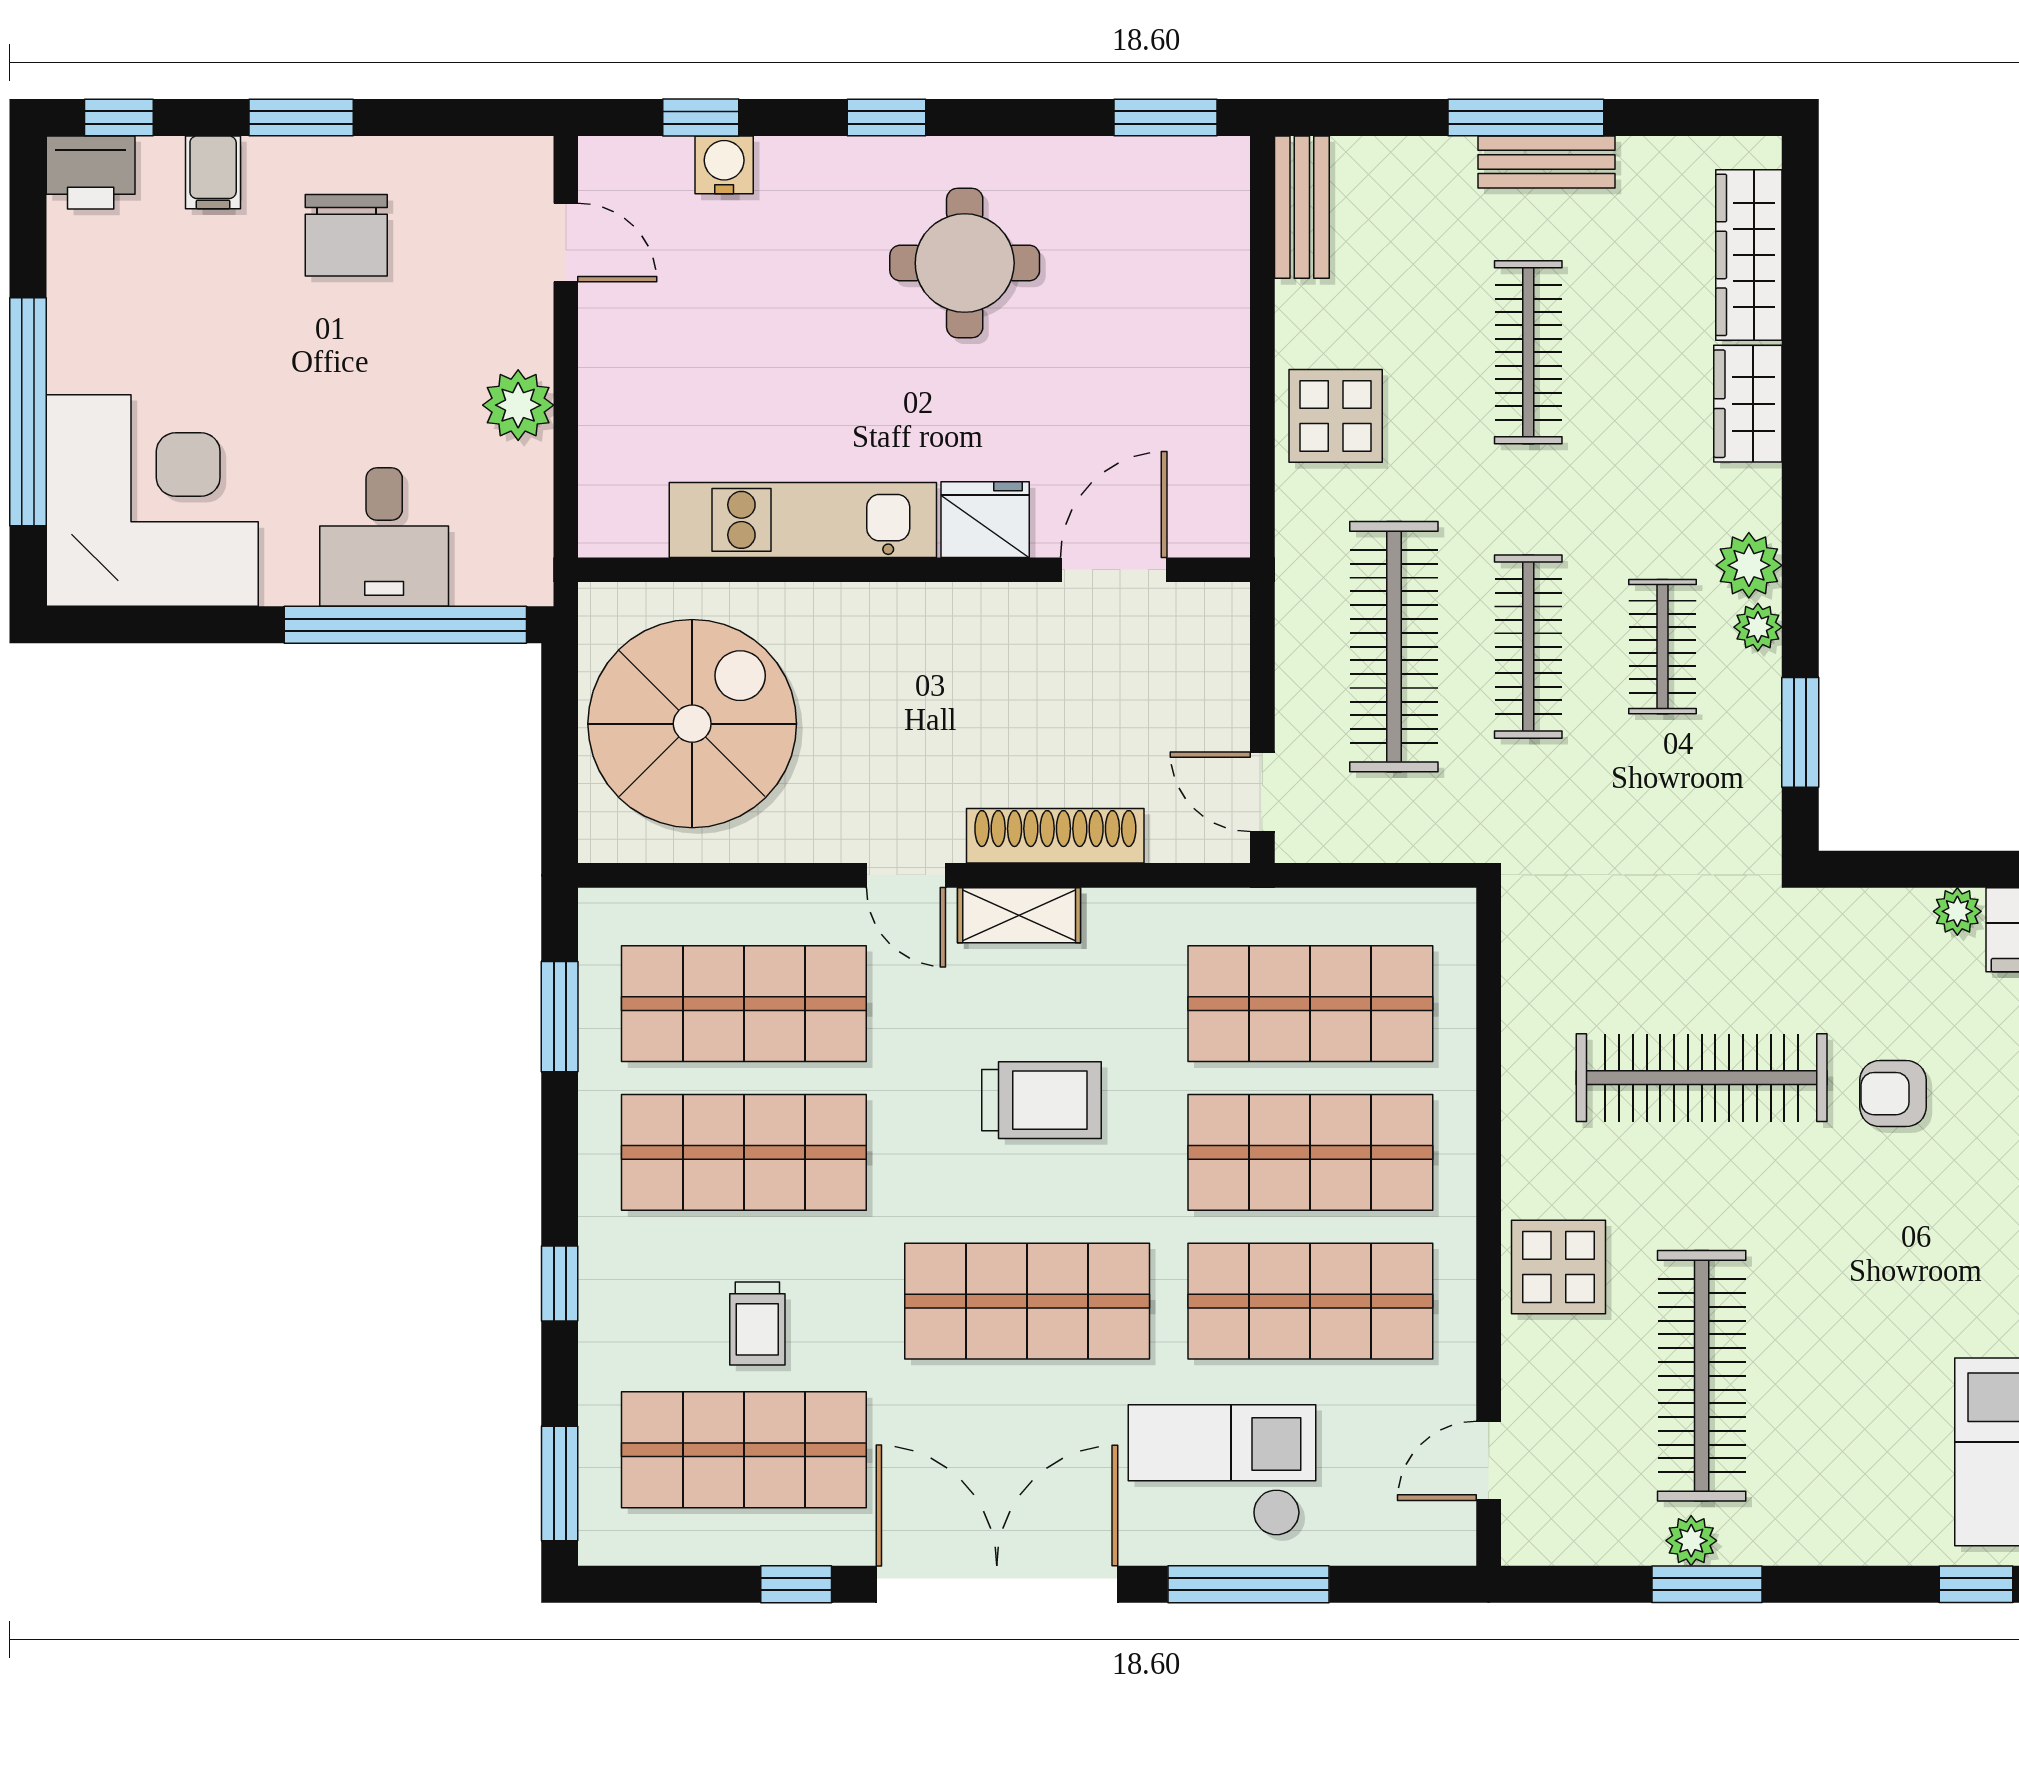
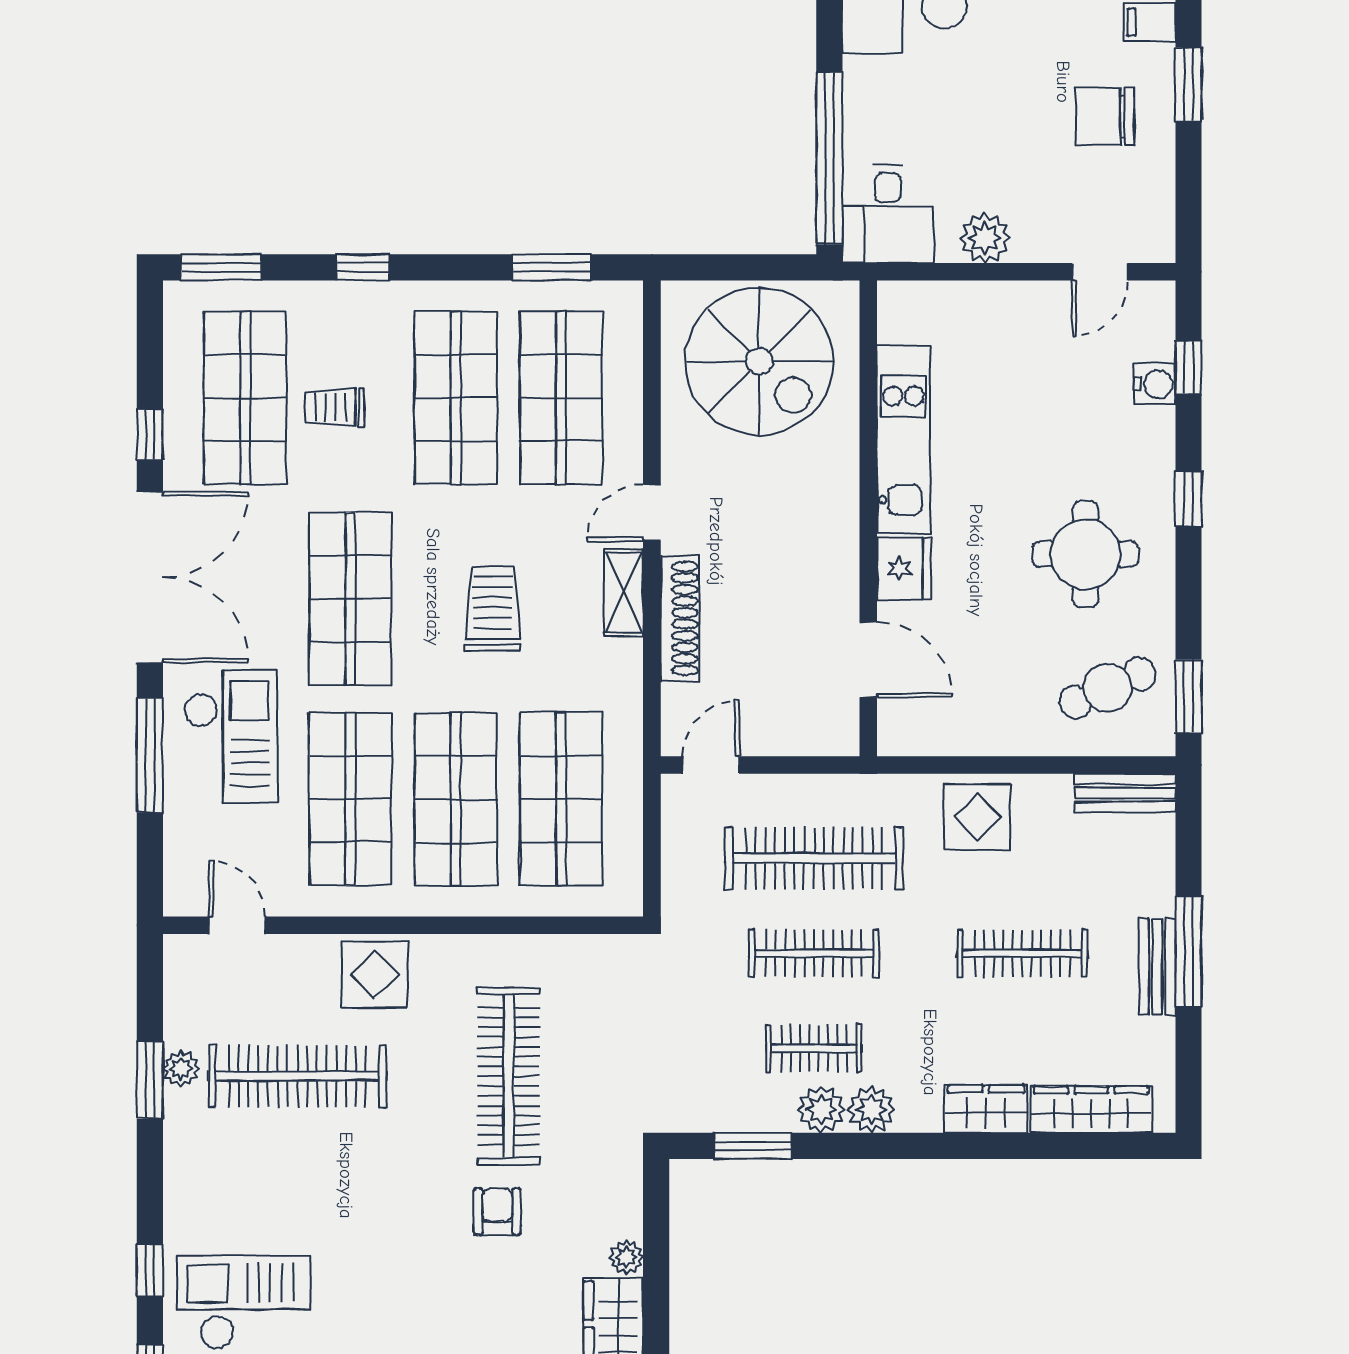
cafe table: (1154, 232) -> (1108, 688), added
desk: (384, 537) -> (888, 214), moved, turned -90
plant: (1758, 627) -> (821, 1110), width x1.38, depth x1.38
trolley: (1042, 1100) -> (493, 609), turned 180

